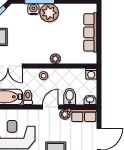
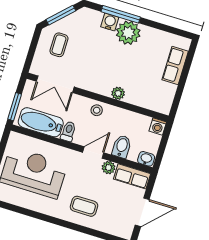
row of seats: (90, 32) -> (175, 66), width x0.68

